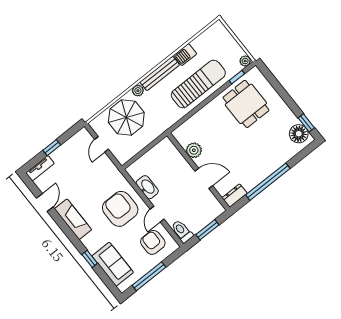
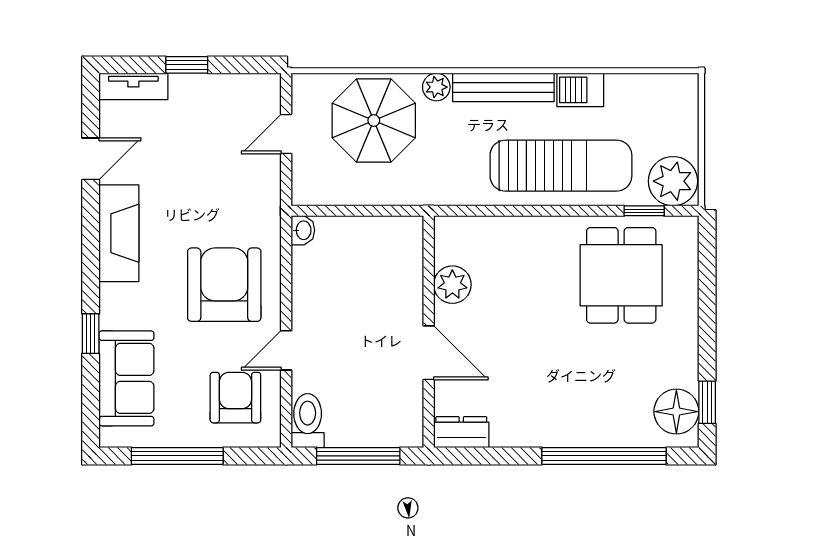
plant: (245, 61) -> (673, 181), width x1.88, depth x1.88
window: (268, 182) -> (604, 456), moved
washbasin: (147, 187) -> (303, 230), moved, width x0.52, depth x0.69
window: (207, 230) -> (358, 456), width x1.44

